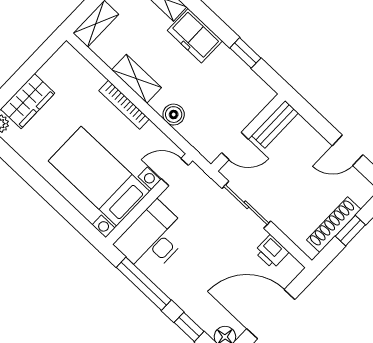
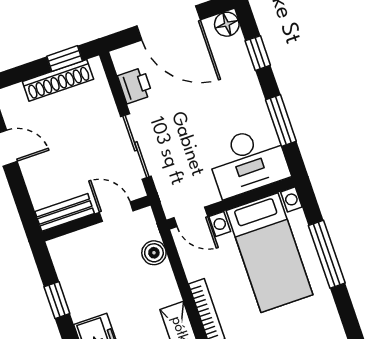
boiler: (174, 115) -> (154, 253), moved
window: (54, 198) -> (327, 254), added
window: (350, 231) -> (65, 59), moved
window: (144, 284) -> (281, 121), width x0.69

